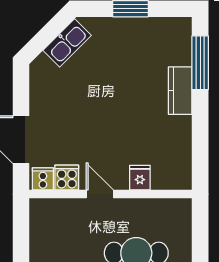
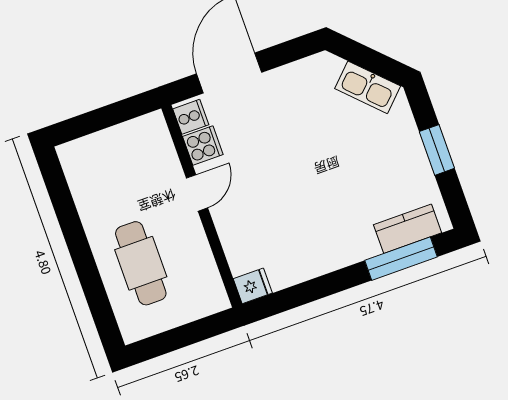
kitchen counter: (180, 91) -> (408, 229), moved
fridge: (140, 178) -> (253, 286), moved

